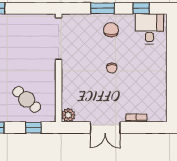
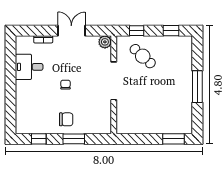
desk: (149, 29) -> (29, 67), moved, turned 90
chair: (111, 30) -> (66, 119), turned -90
doorway: (59, 39) -> (114, 81), moved

